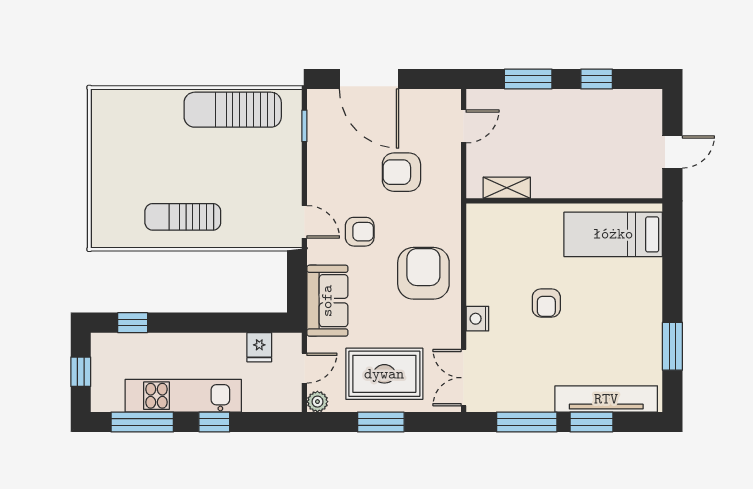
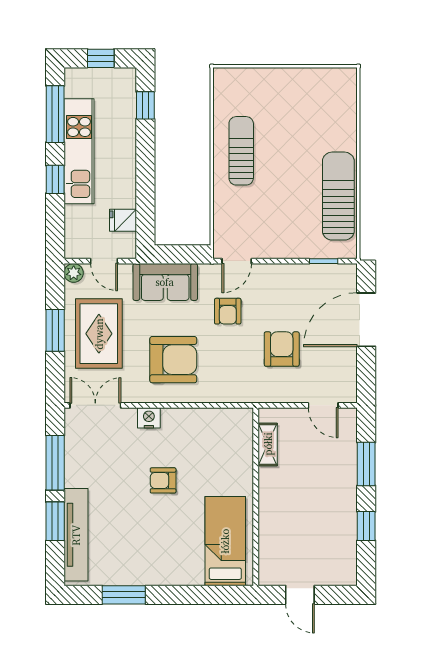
armchair: (423, 273) -> (173, 360), moved

